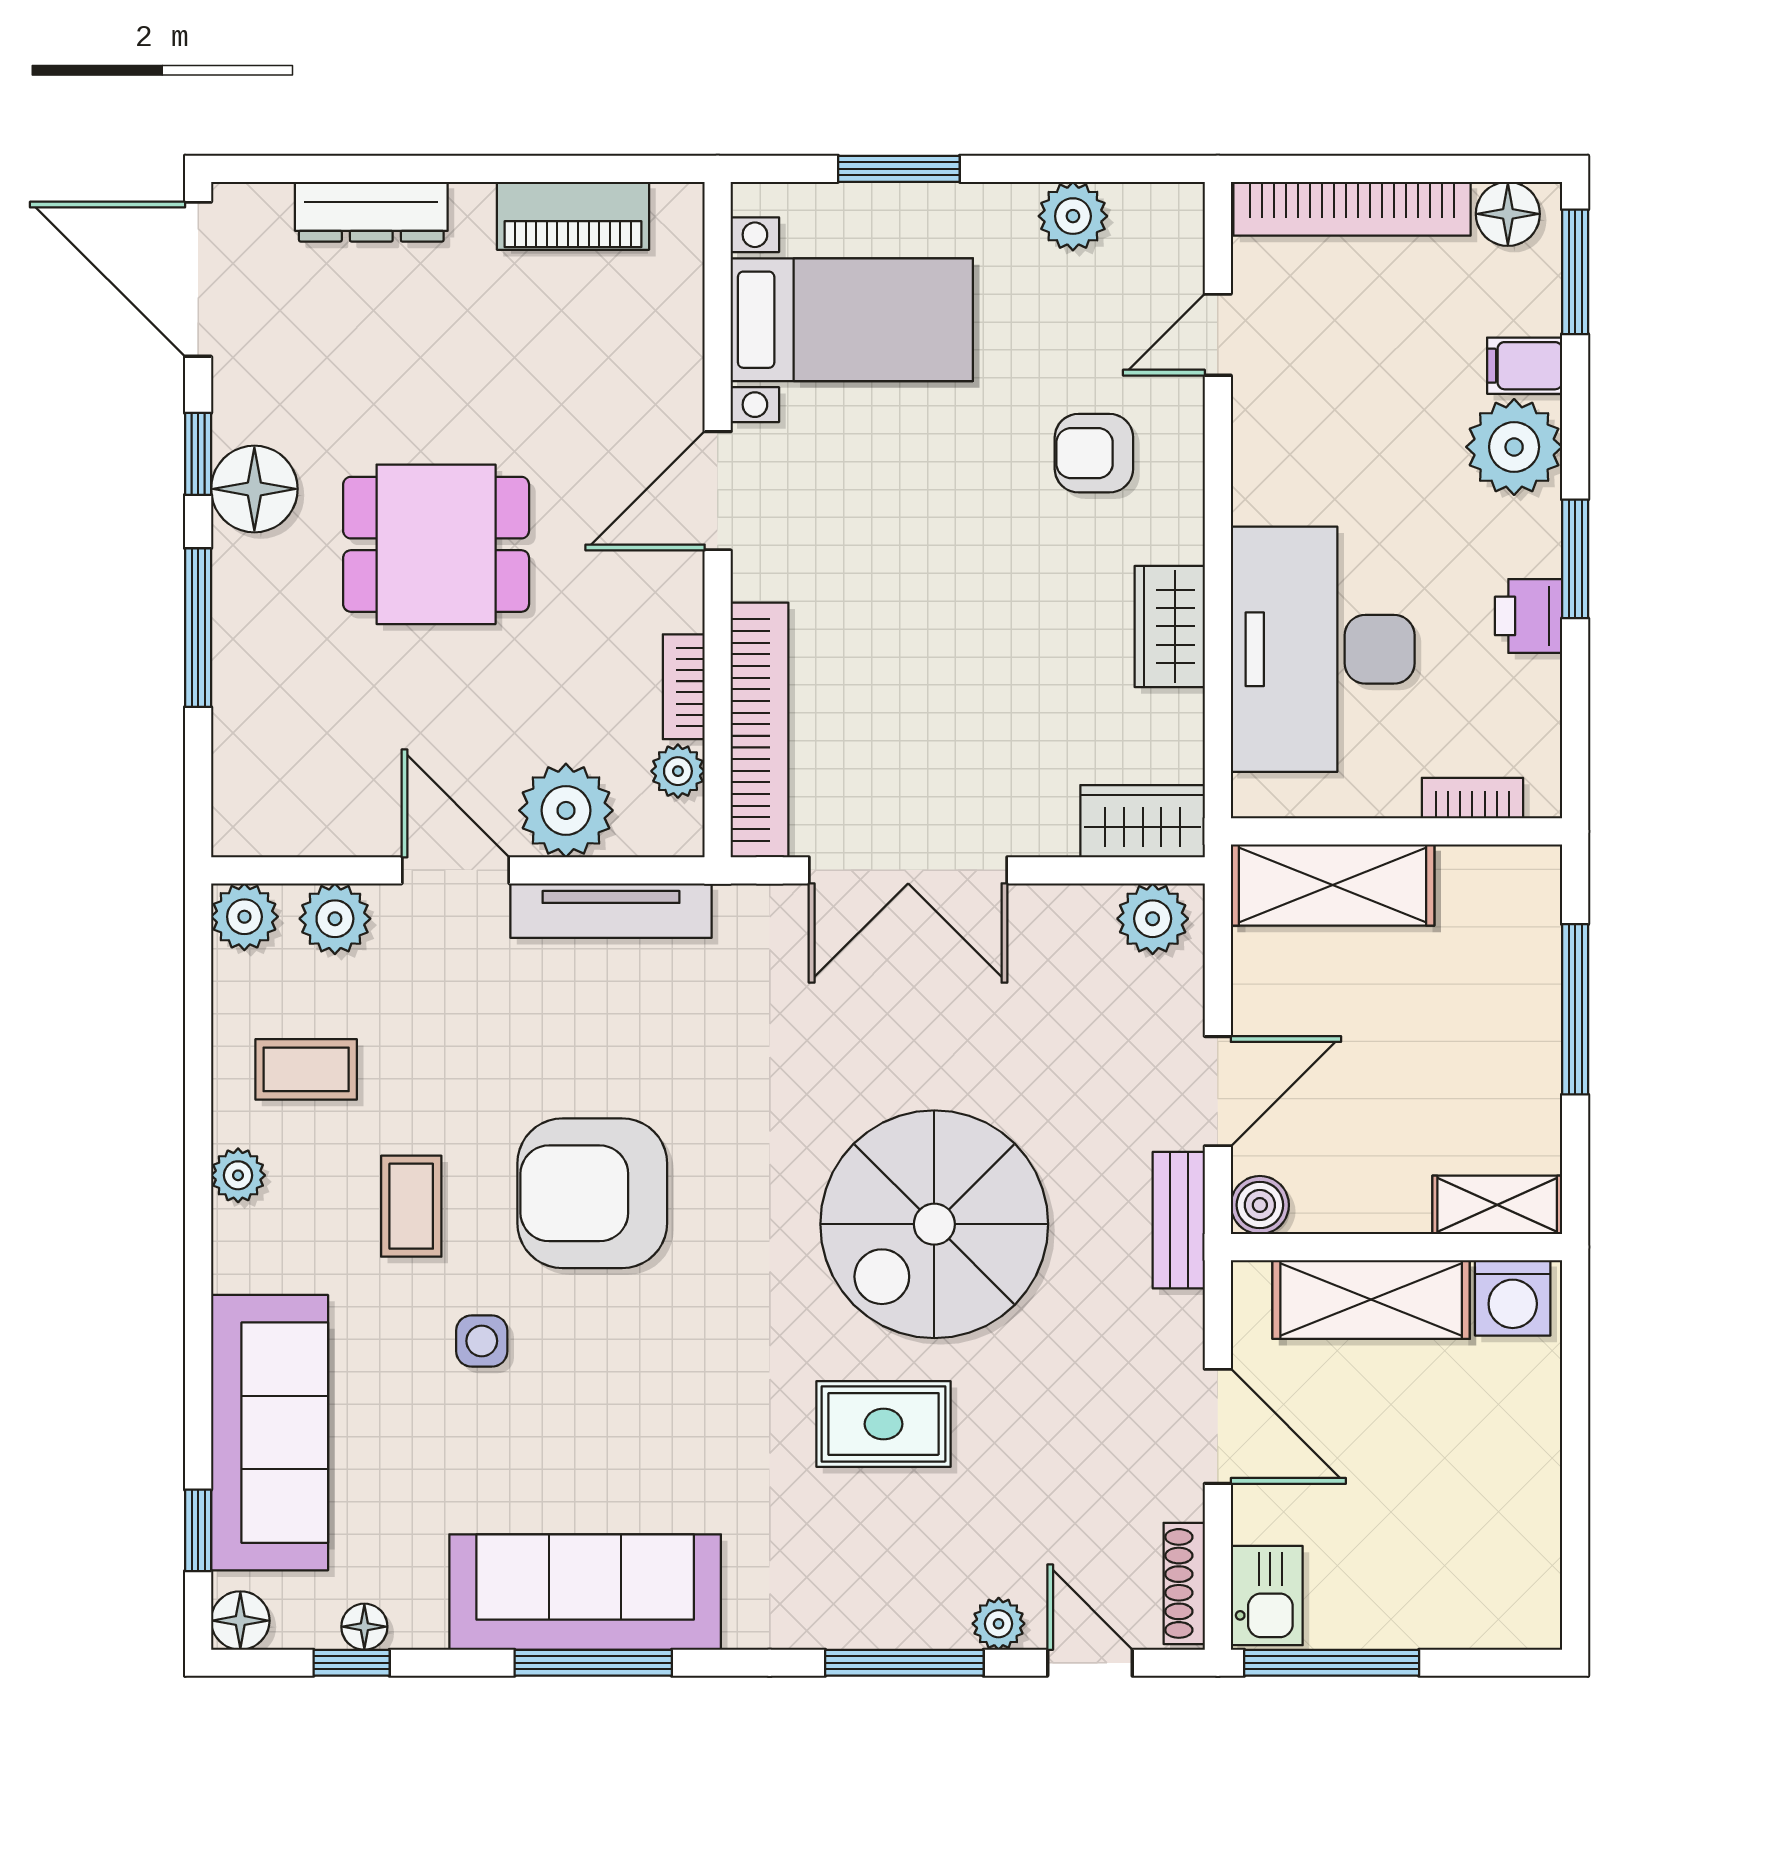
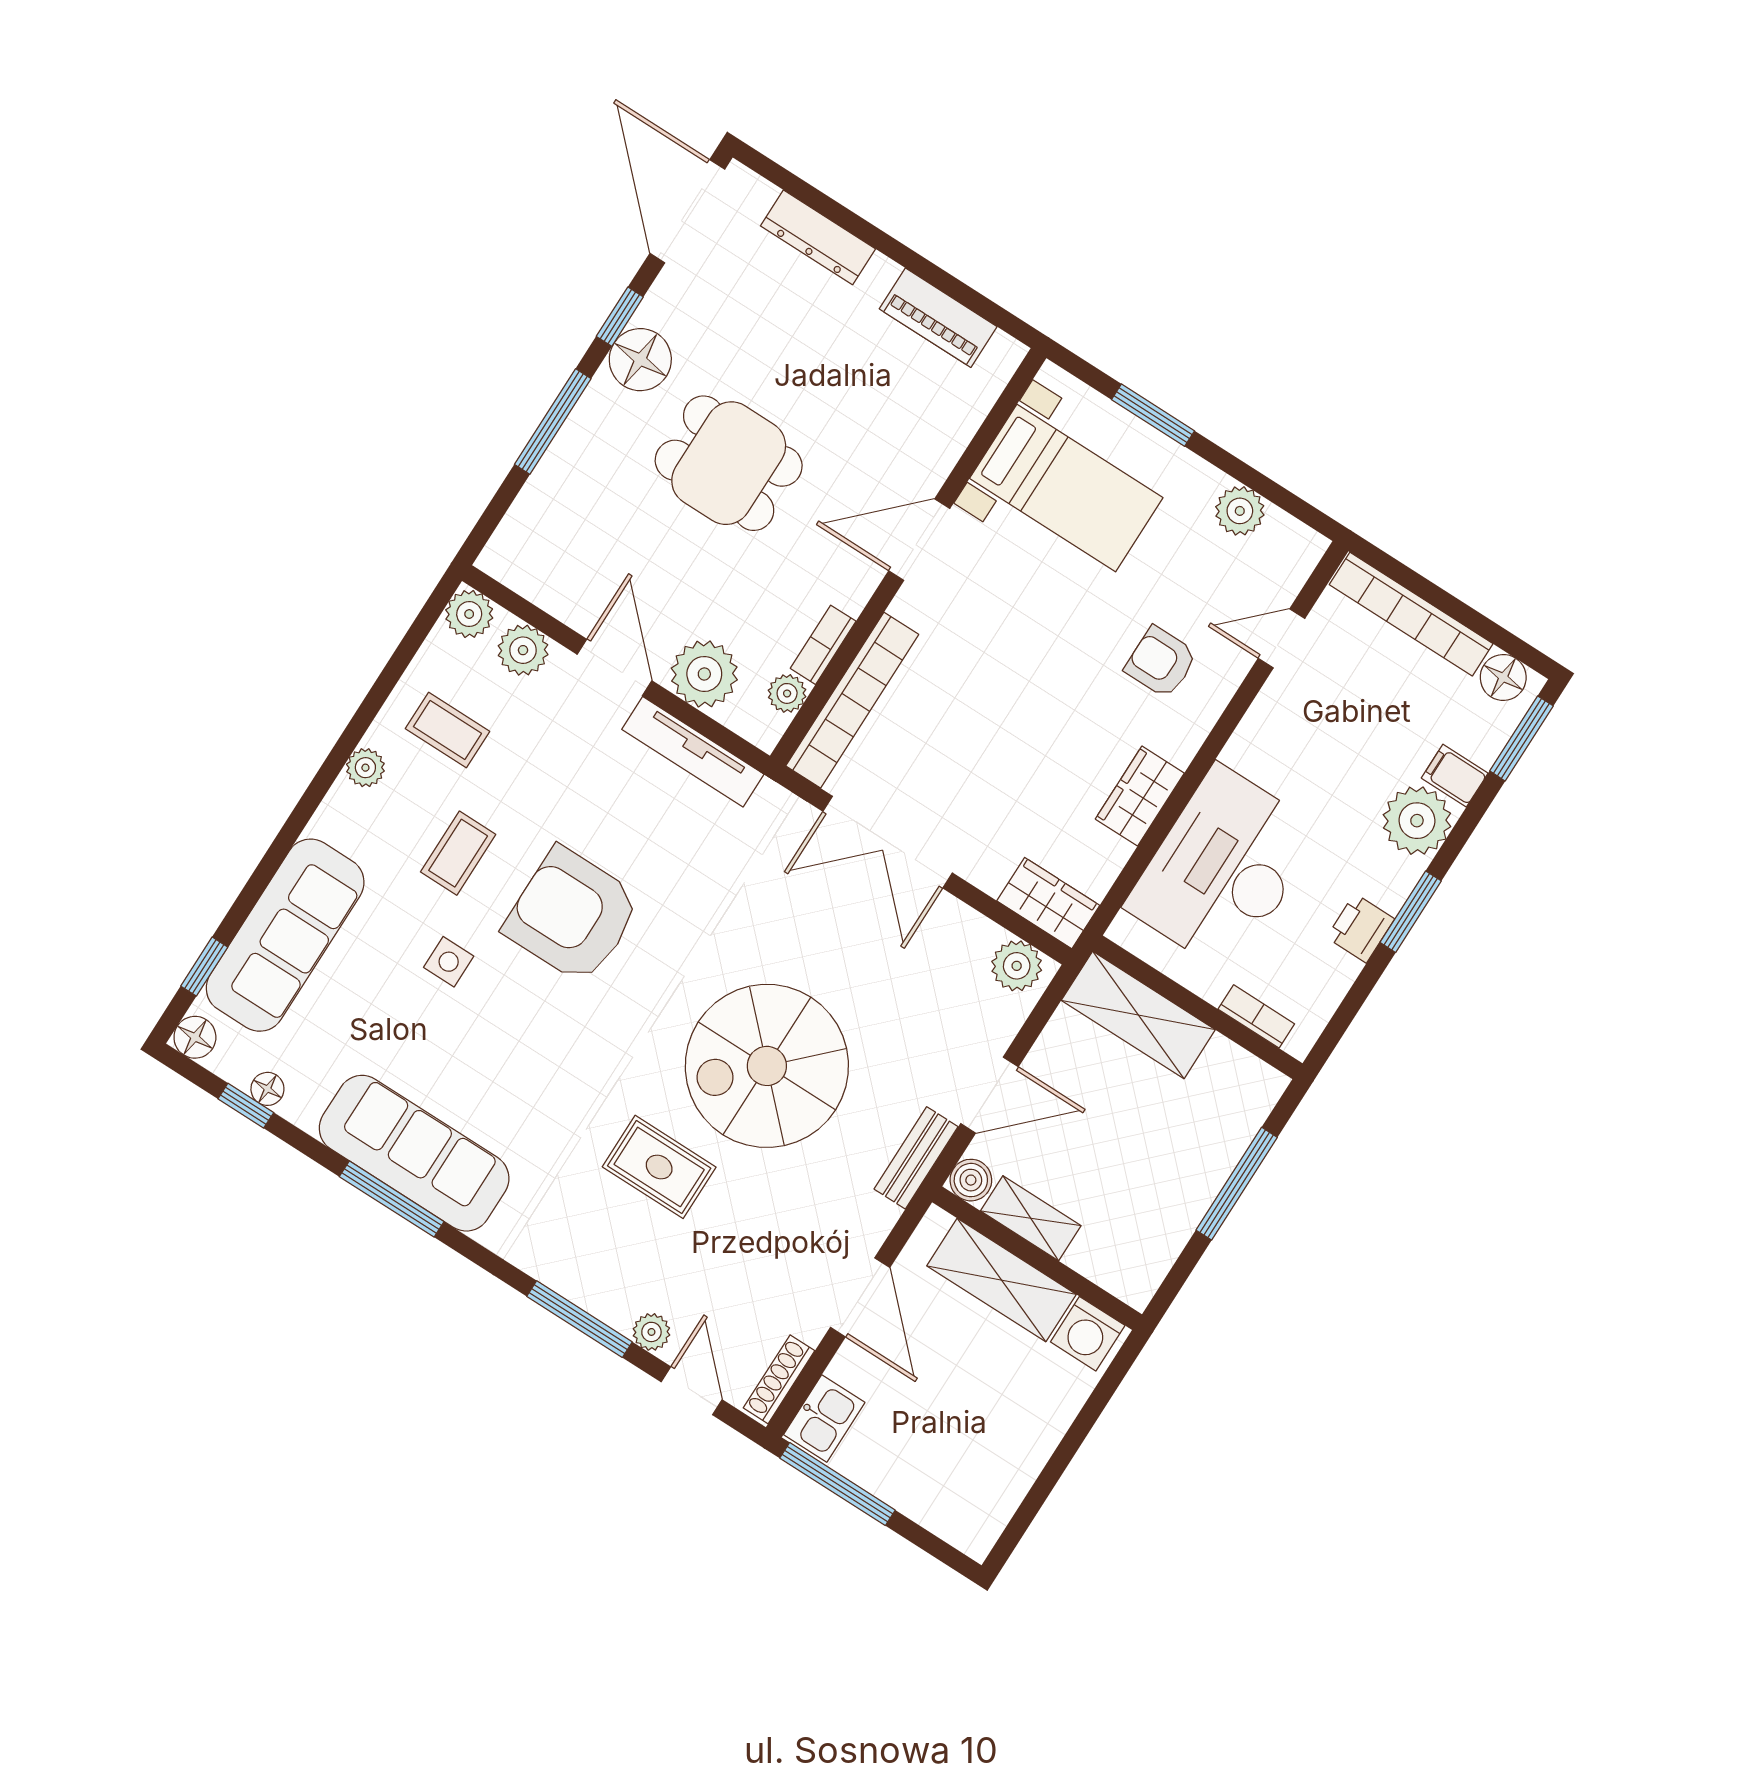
shelving: (1497, 1205) -> (1031, 1218), moved

